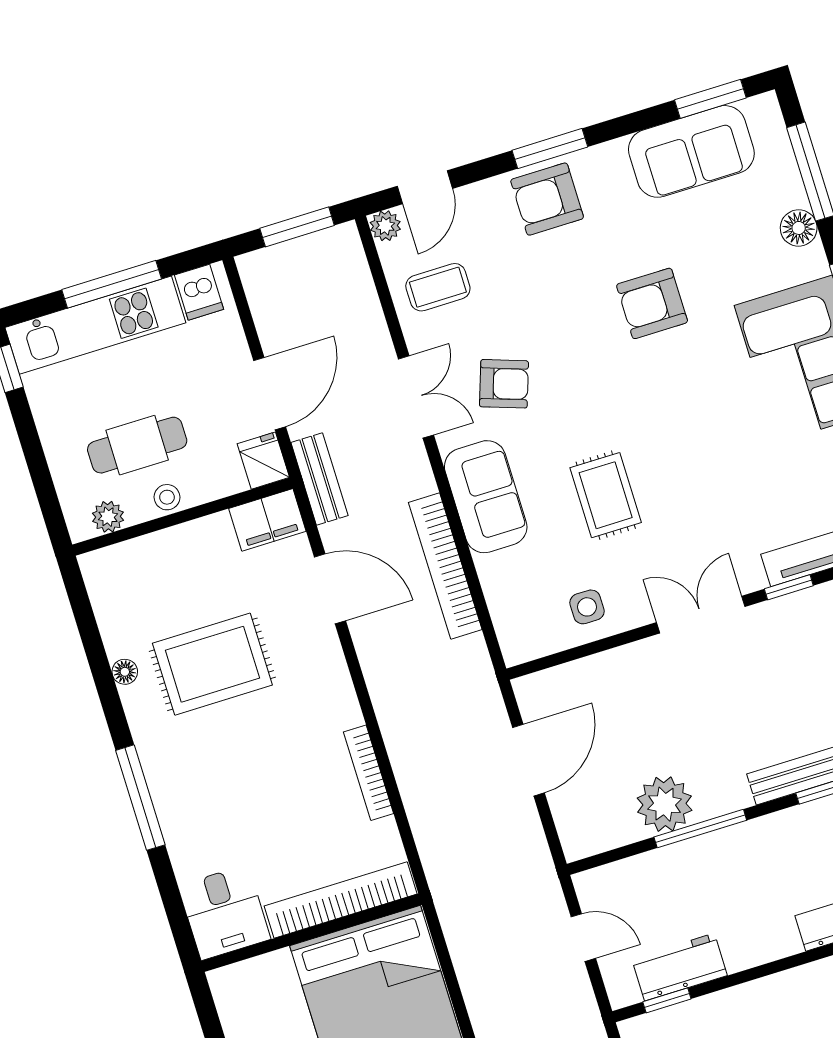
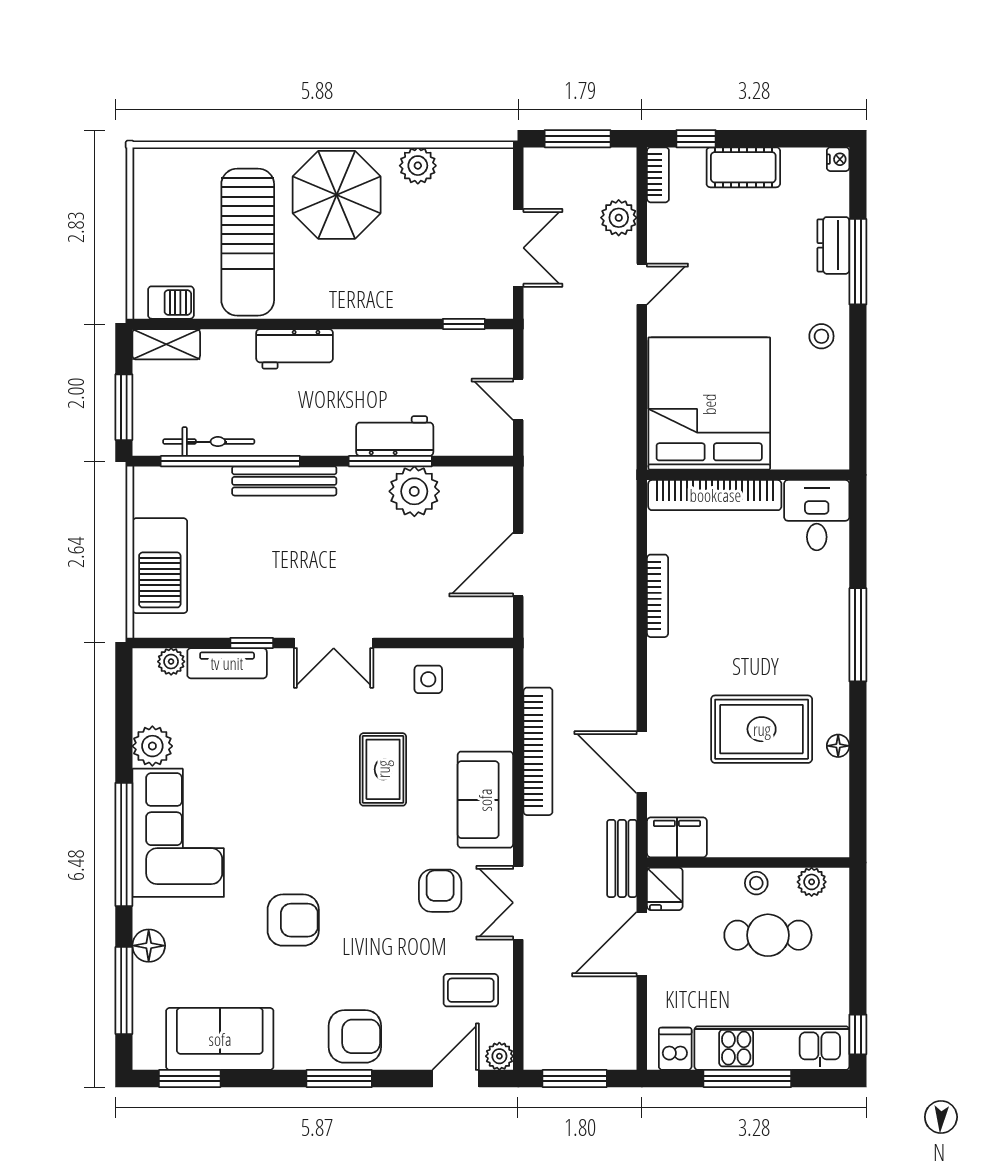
armchair: (504, 384) -> (440, 891), turned 71
workbench: (679, 967) -> (395, 436), moved, turned 180

